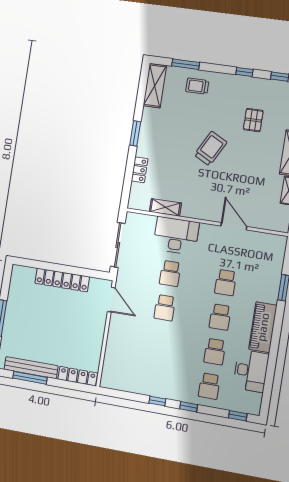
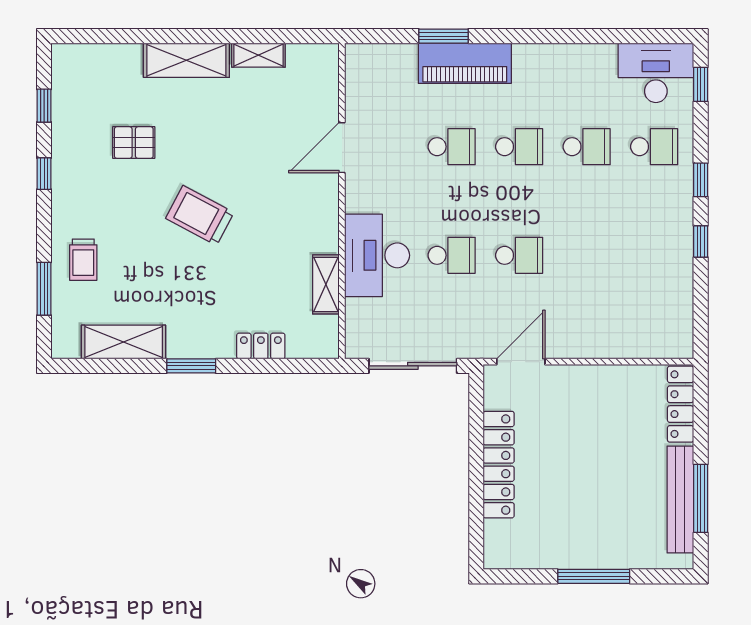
shelving: (155, 86) -> (124, 342), moved
piano: (263, 327) -> (465, 63), moved
desk: (251, 371) -> (656, 73), moved

